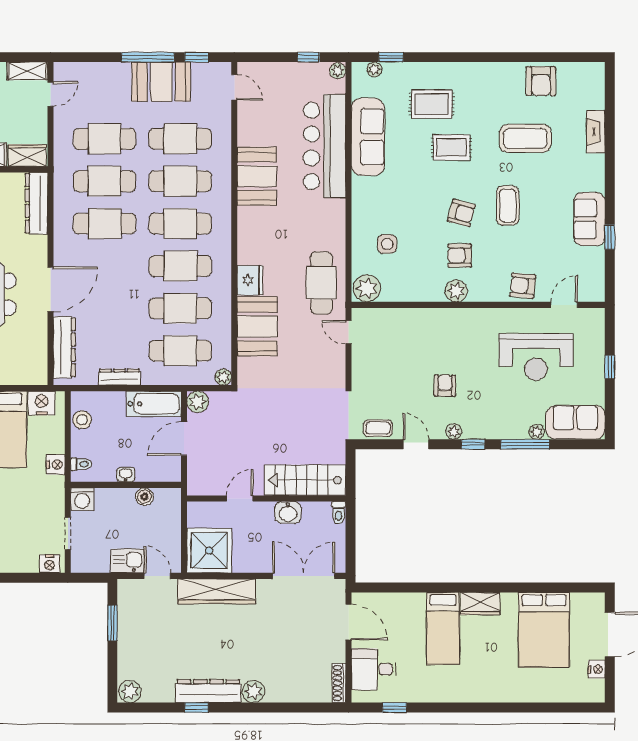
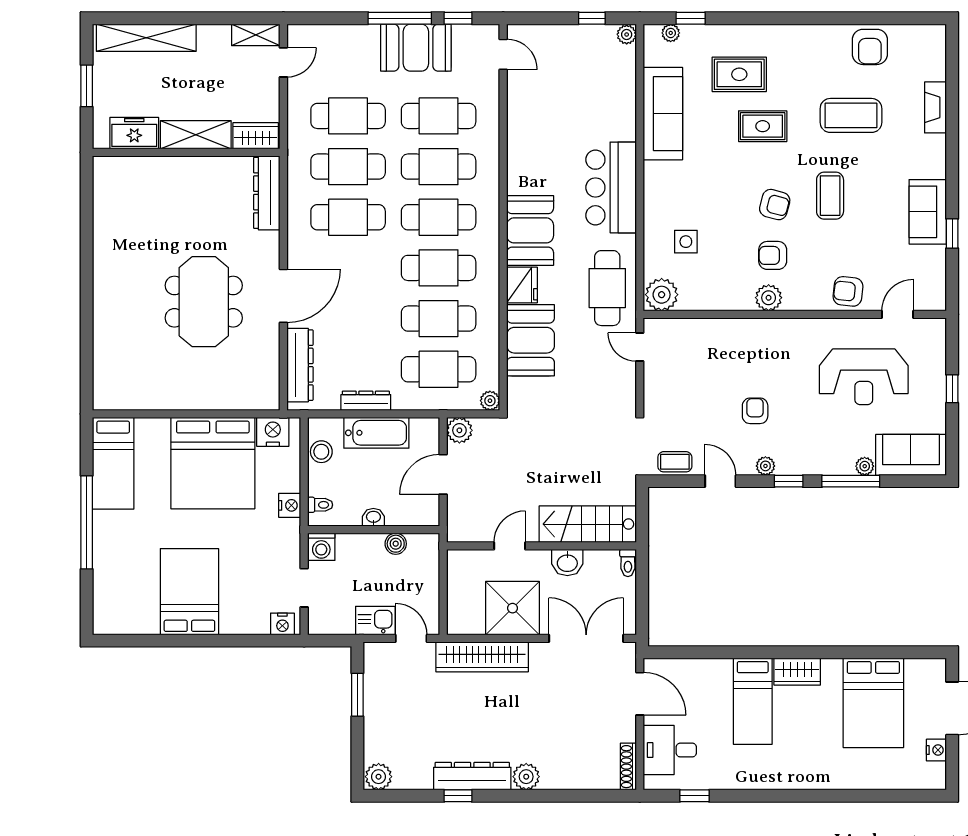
bar counter: (324, 146) -> (611, 187), moved, width x0.73
booth: (257, 176) -> (530, 230), moved
bathtub: (154, 404) -> (376, 433), moved
shower: (209, 551) -> (513, 608), moved

